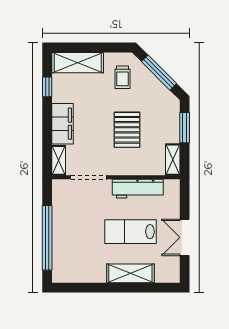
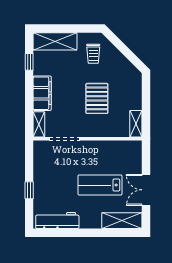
window: (159, 73) -> (124, 50), removed
window: (185, 128) -> (146, 97), removed
workbench: (138, 189) -> (57, 220), moved, turned 180
window: (47, 238) -> (29, 190), width x0.32
shelving: (130, 273) -> (122, 221), moved

